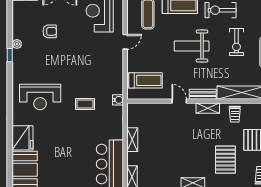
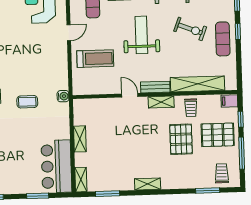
exercise bike: (236, 42) -> (190, 29), turned -69
weight bench: (192, 46) -> (141, 35), turned 90
treadmill: (146, 80) -> (95, 59), moved
pallet: (225, 160) -> (181, 139), moved

